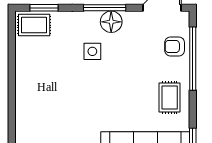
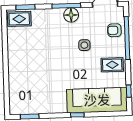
side table: (92, 51) -> (84, 45), moved
rug: (170, 97) -> (112, 65), turned 90

